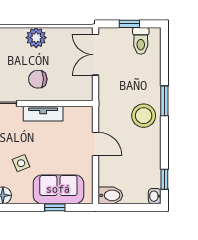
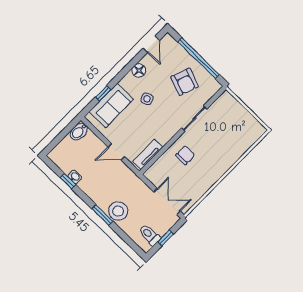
plant: (36, 38) -> (210, 177), removed
tv unit: (43, 114) -> (148, 154), moved
stool: (144, 116) -> (118, 211), moved
window: (164, 179) -> (68, 181), moved
washbasin: (155, 196) -> (75, 177), moved

